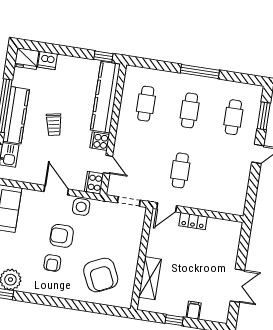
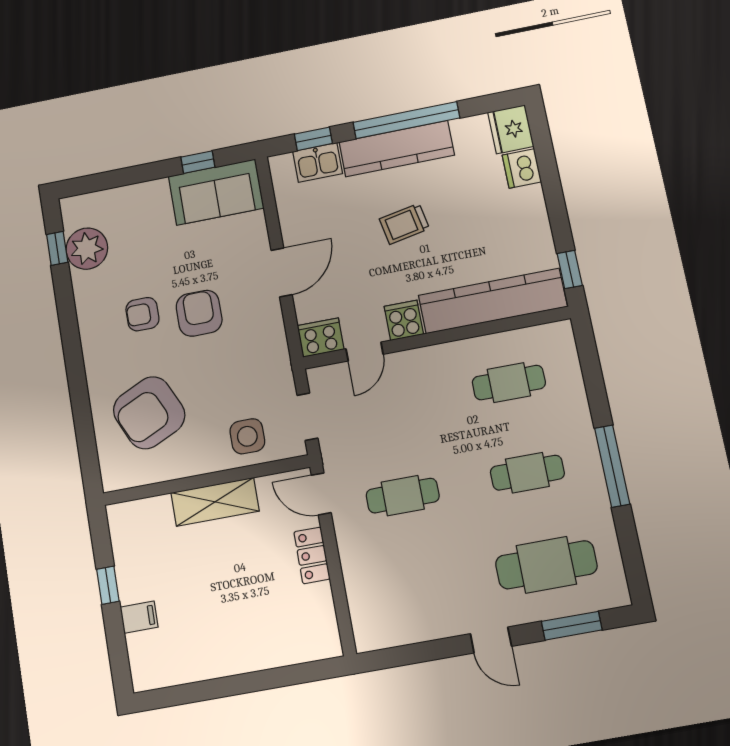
cafe table: (233, 117) -> (546, 565), width x1.37, depth x1.35
side table: (81, 207) -> (247, 436), moved
shelving: (150, 278) -> (215, 502), moved
double door: (237, 286) -> (215, 689), removed

